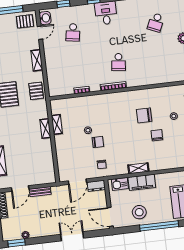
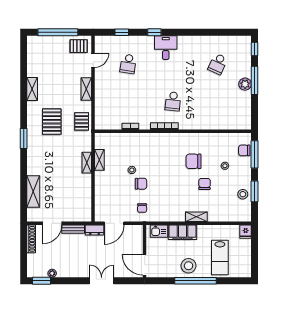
washbasin: (45, 18) -> (101, 45), removed
shelving: (138, 168) -> (196, 217), moved
dresser: (96, 186) -> (95, 230), moved
stool: (139, 212) -> (189, 266), moved

